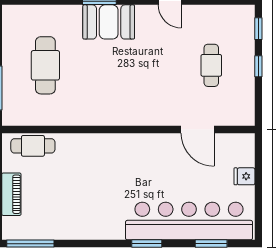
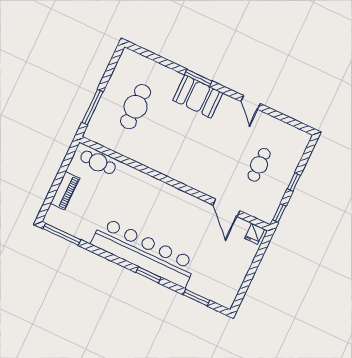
window: (258, 29) -> (279, 213), moved
fridge: (244, 176) -> (255, 234), moved, turned -90
bar counter: (189, 221) -> (144, 252), moved

